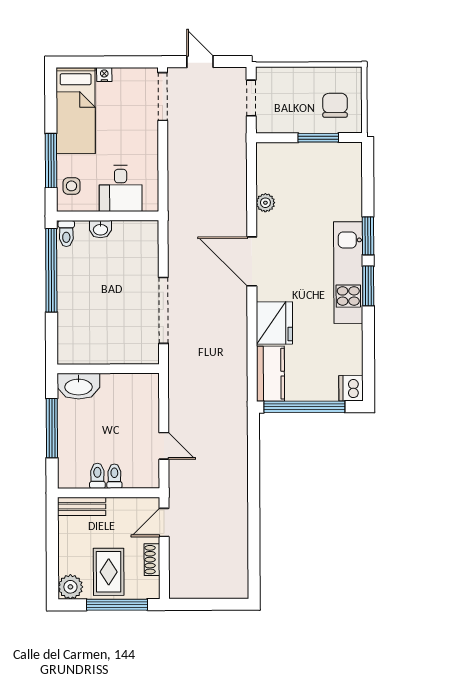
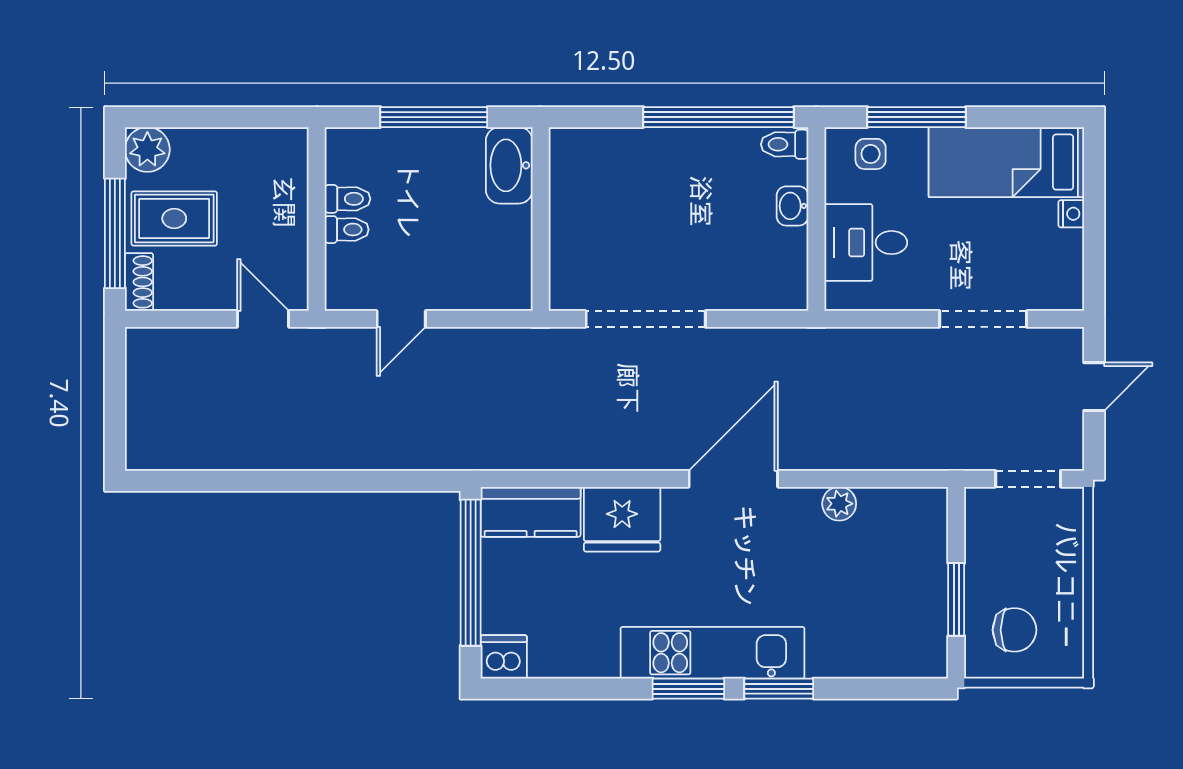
doorway: (163, 97) -> (983, 319), moved
bench: (82, 506) -> (292, 170), removed
shoe rack: (152, 560) -> (139, 282), moved, turned 90

